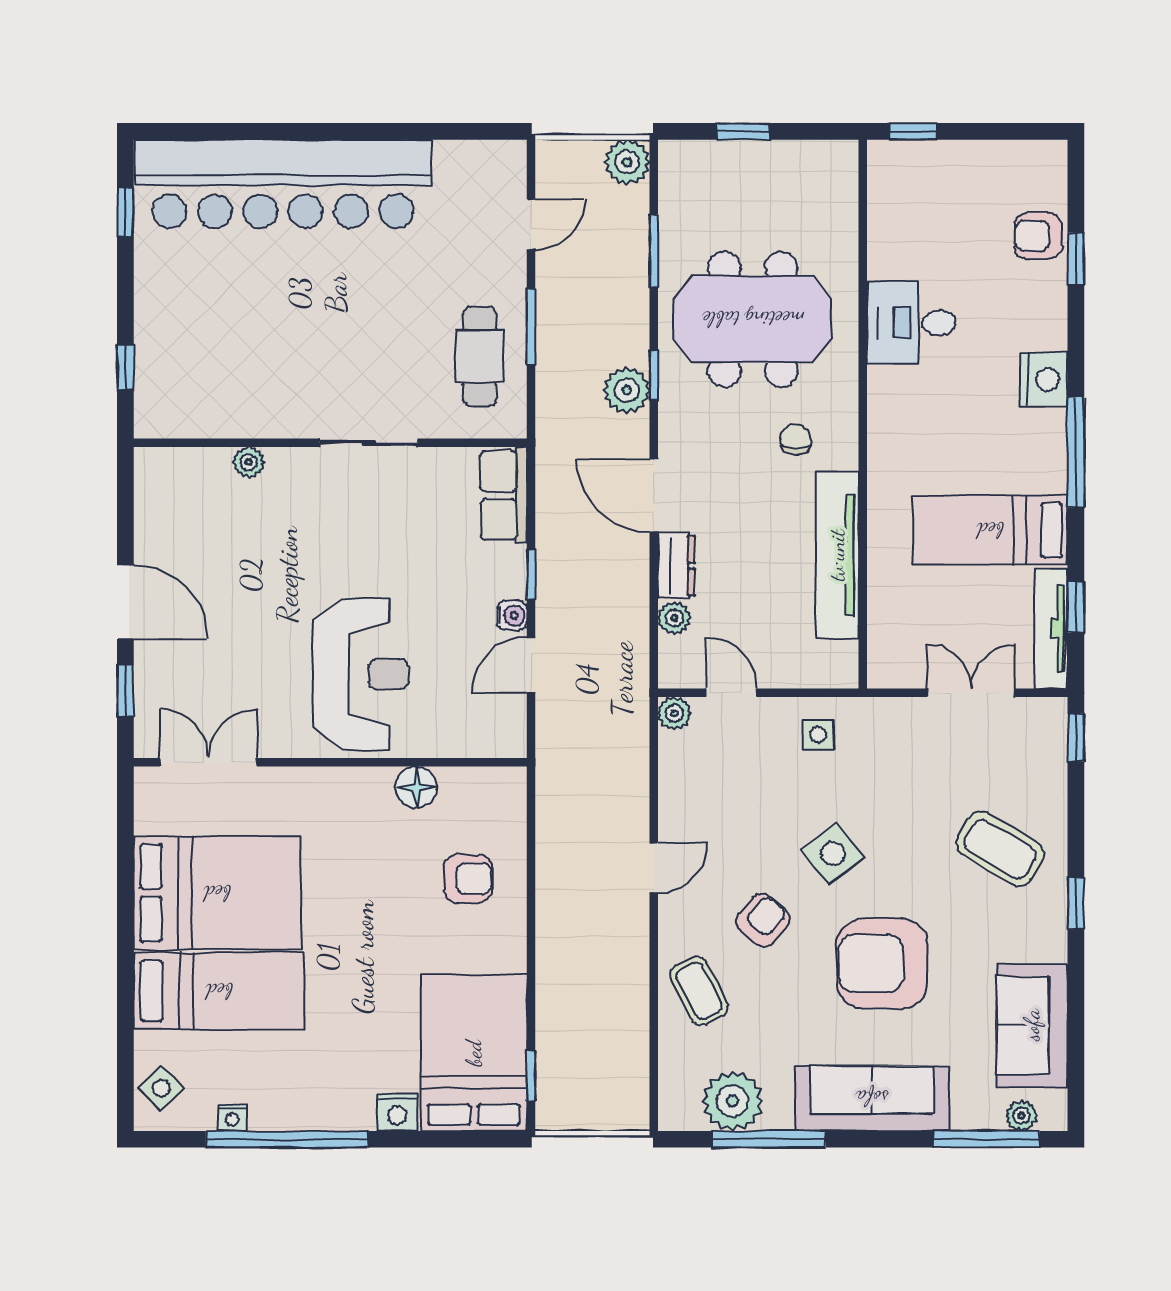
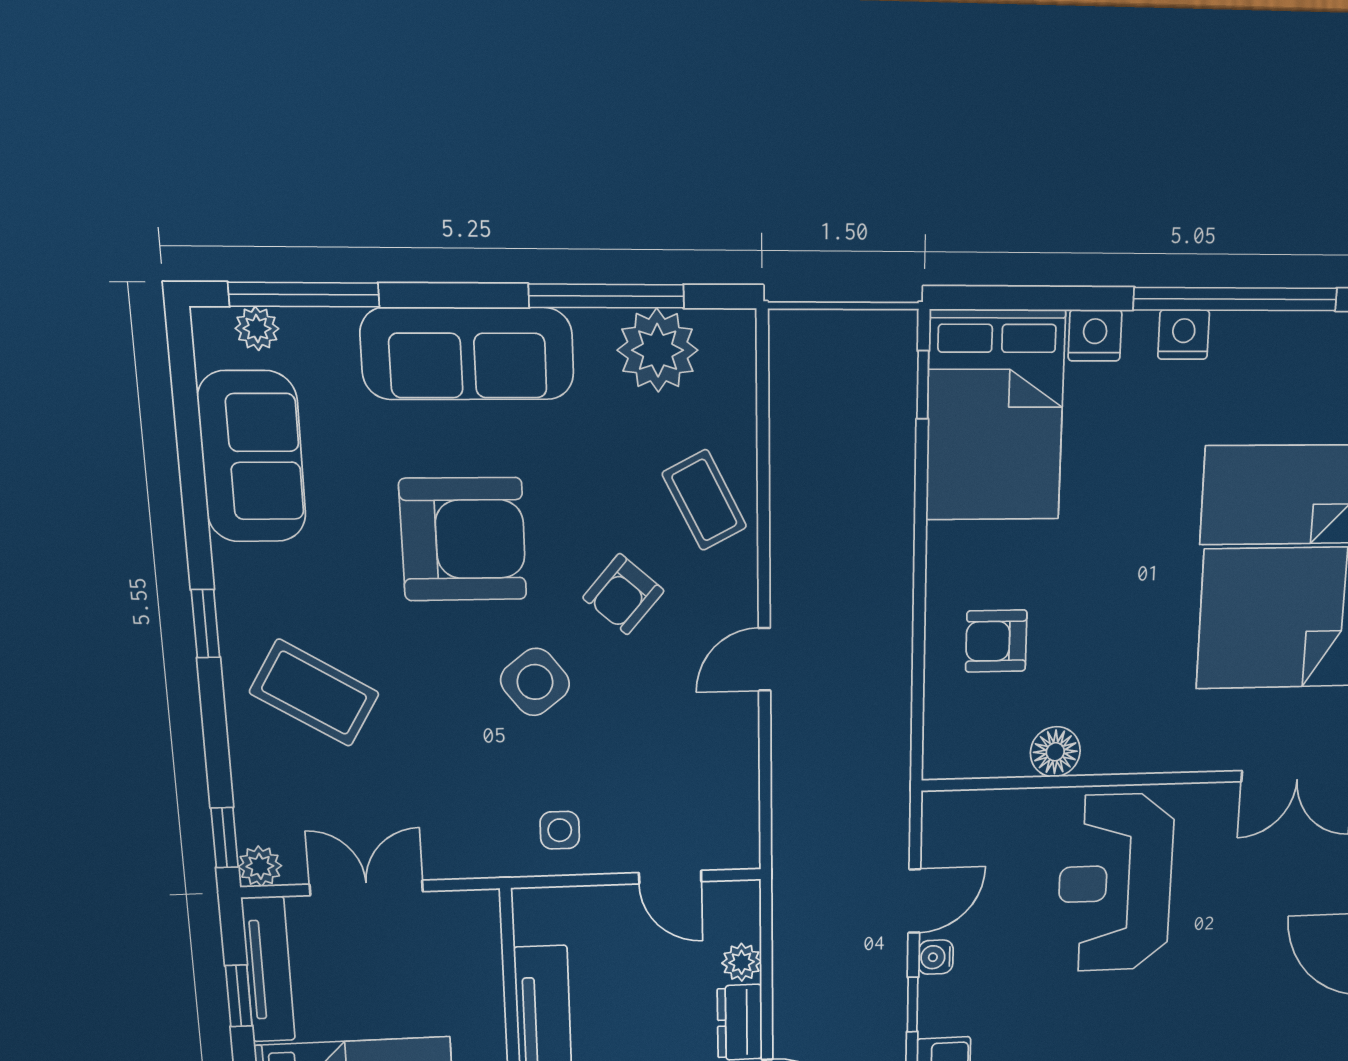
double door: (971, 693) -> (366, 888), swing flipped
plant: (674, 713) -> (260, 866), moved
nightstand: (232, 1118) -> (1184, 335), moved, width x1.39, depth x1.35

